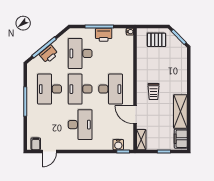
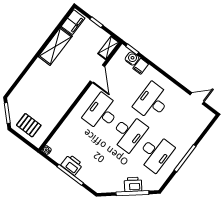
desk: (80, 53) -> (105, 164), removed
trolley: (154, 92) -> (66, 82), removed
filing cabinet: (36, 144) -> (141, 66), moved

